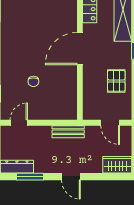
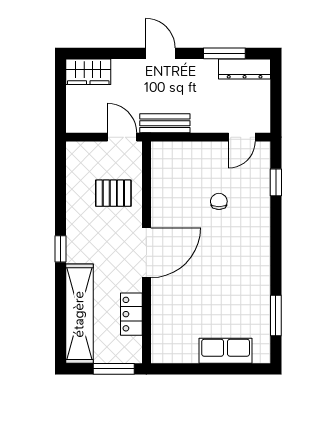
pallet: (116, 81) -> (113, 193), moved, turned 90
door: (110, 123) -> (122, 137), moved

